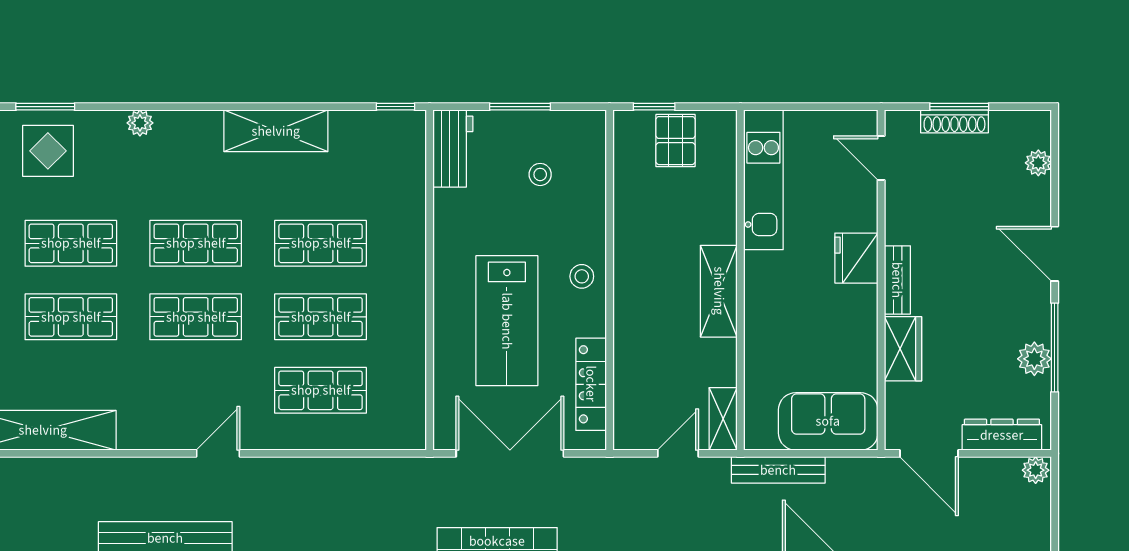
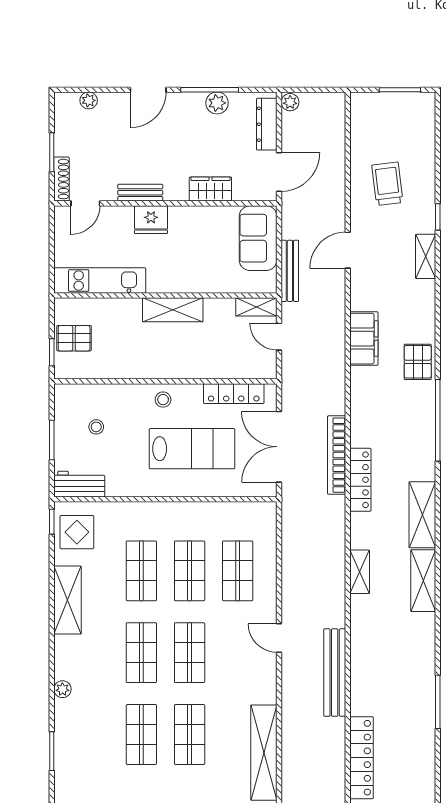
shoe rack: (954, 121) -> (61, 179), moved
display table: (48, 151) -> (77, 532), moved
bench: (897, 280) -> (140, 193), moved

